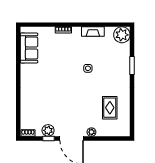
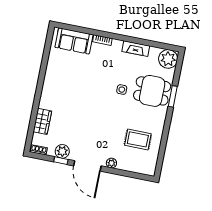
sofa: (29, 48) -> (74, 41), moved, turned 90
dining table: (114, 64) -> (152, 91), added
wardrobe: (26, 108) -> (42, 121), added
rug: (110, 108) -> (138, 139), turned 90

